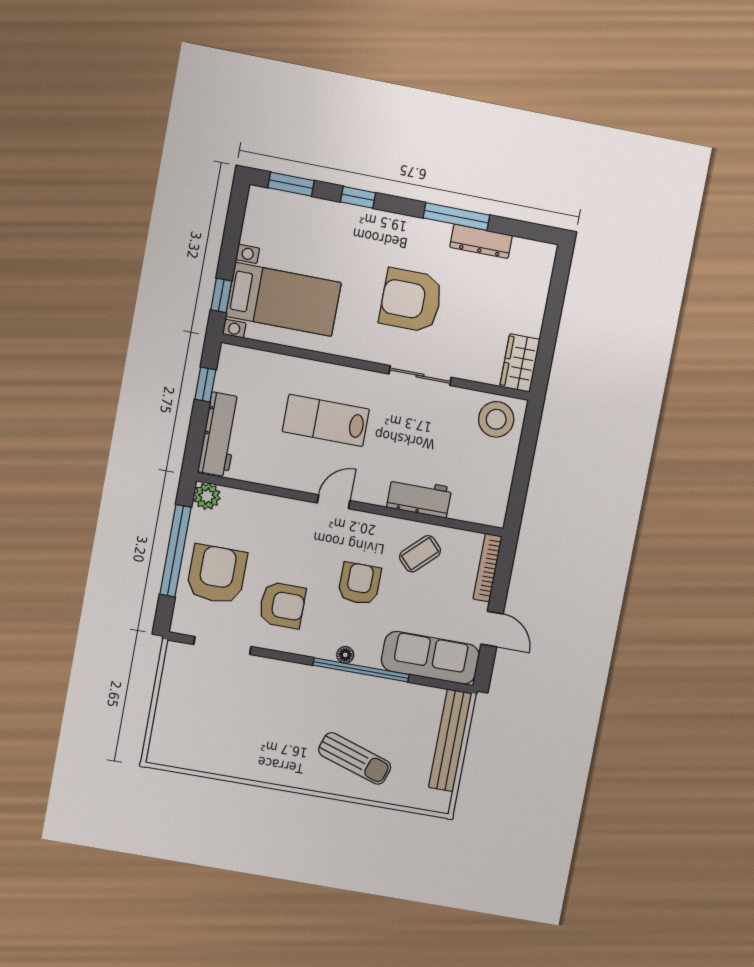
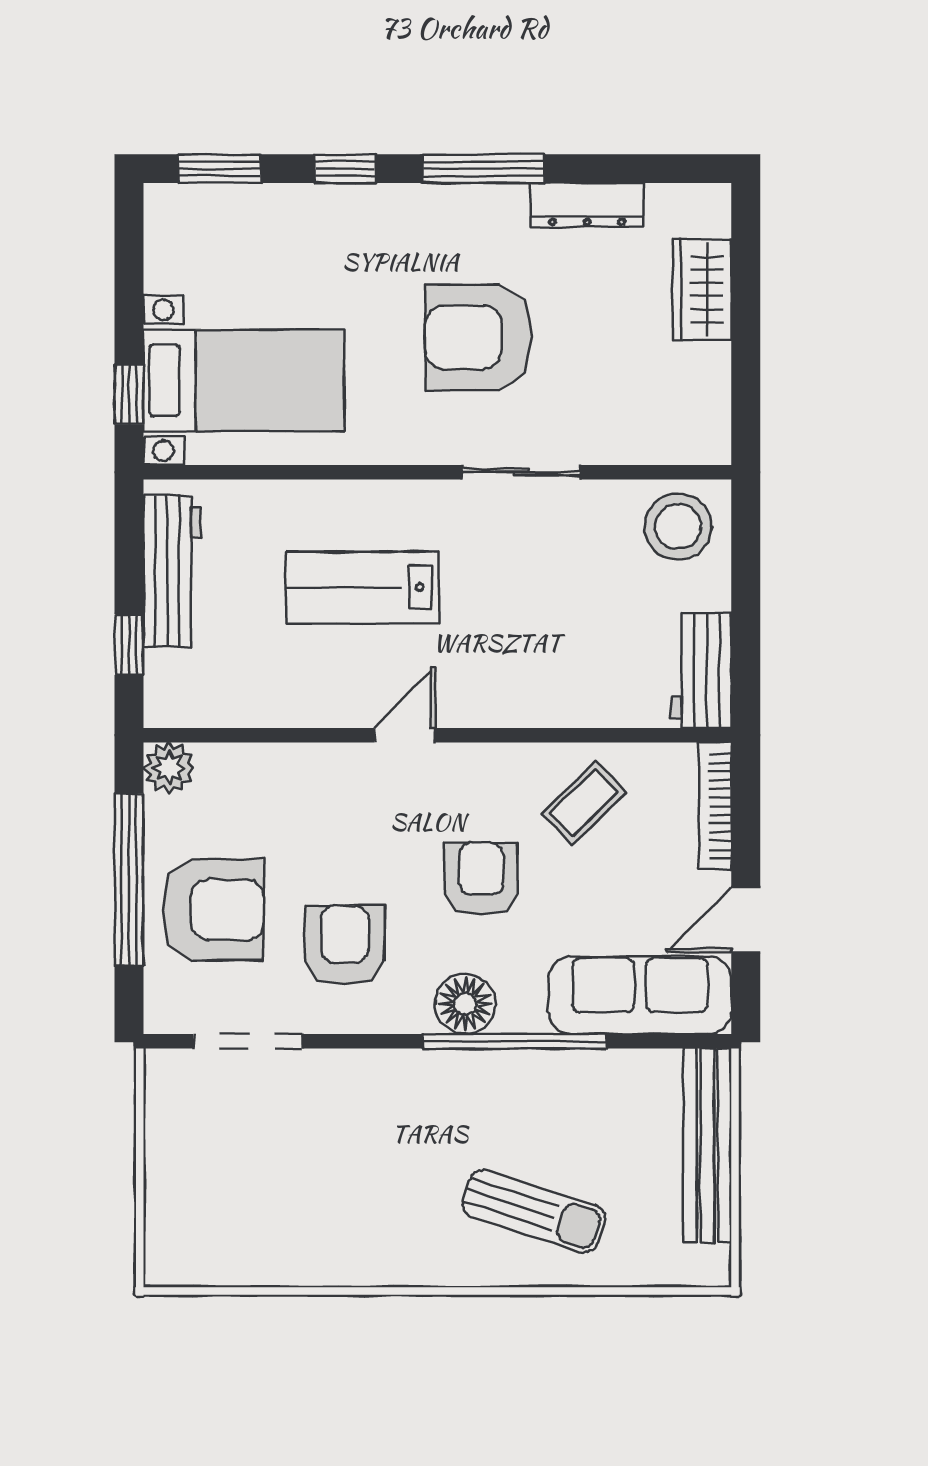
window: (456, 217) -> (483, 169), moved
wardrobe: (520, 363) -> (702, 289), moved
window: (205, 385) -> (129, 644), moved
workbench: (220, 434) -> (172, 571), moved
workbench: (419, 497) -> (702, 670), moved, turned -90
armchair: (217, 574) -> (213, 910), turned 90
armchair: (282, 605) -> (345, 946), turned -90
door: (492, 629) -> (746, 920), swing flipped
floor lamp: (345, 655) -> (465, 1004), width x1.89, depth x1.89

